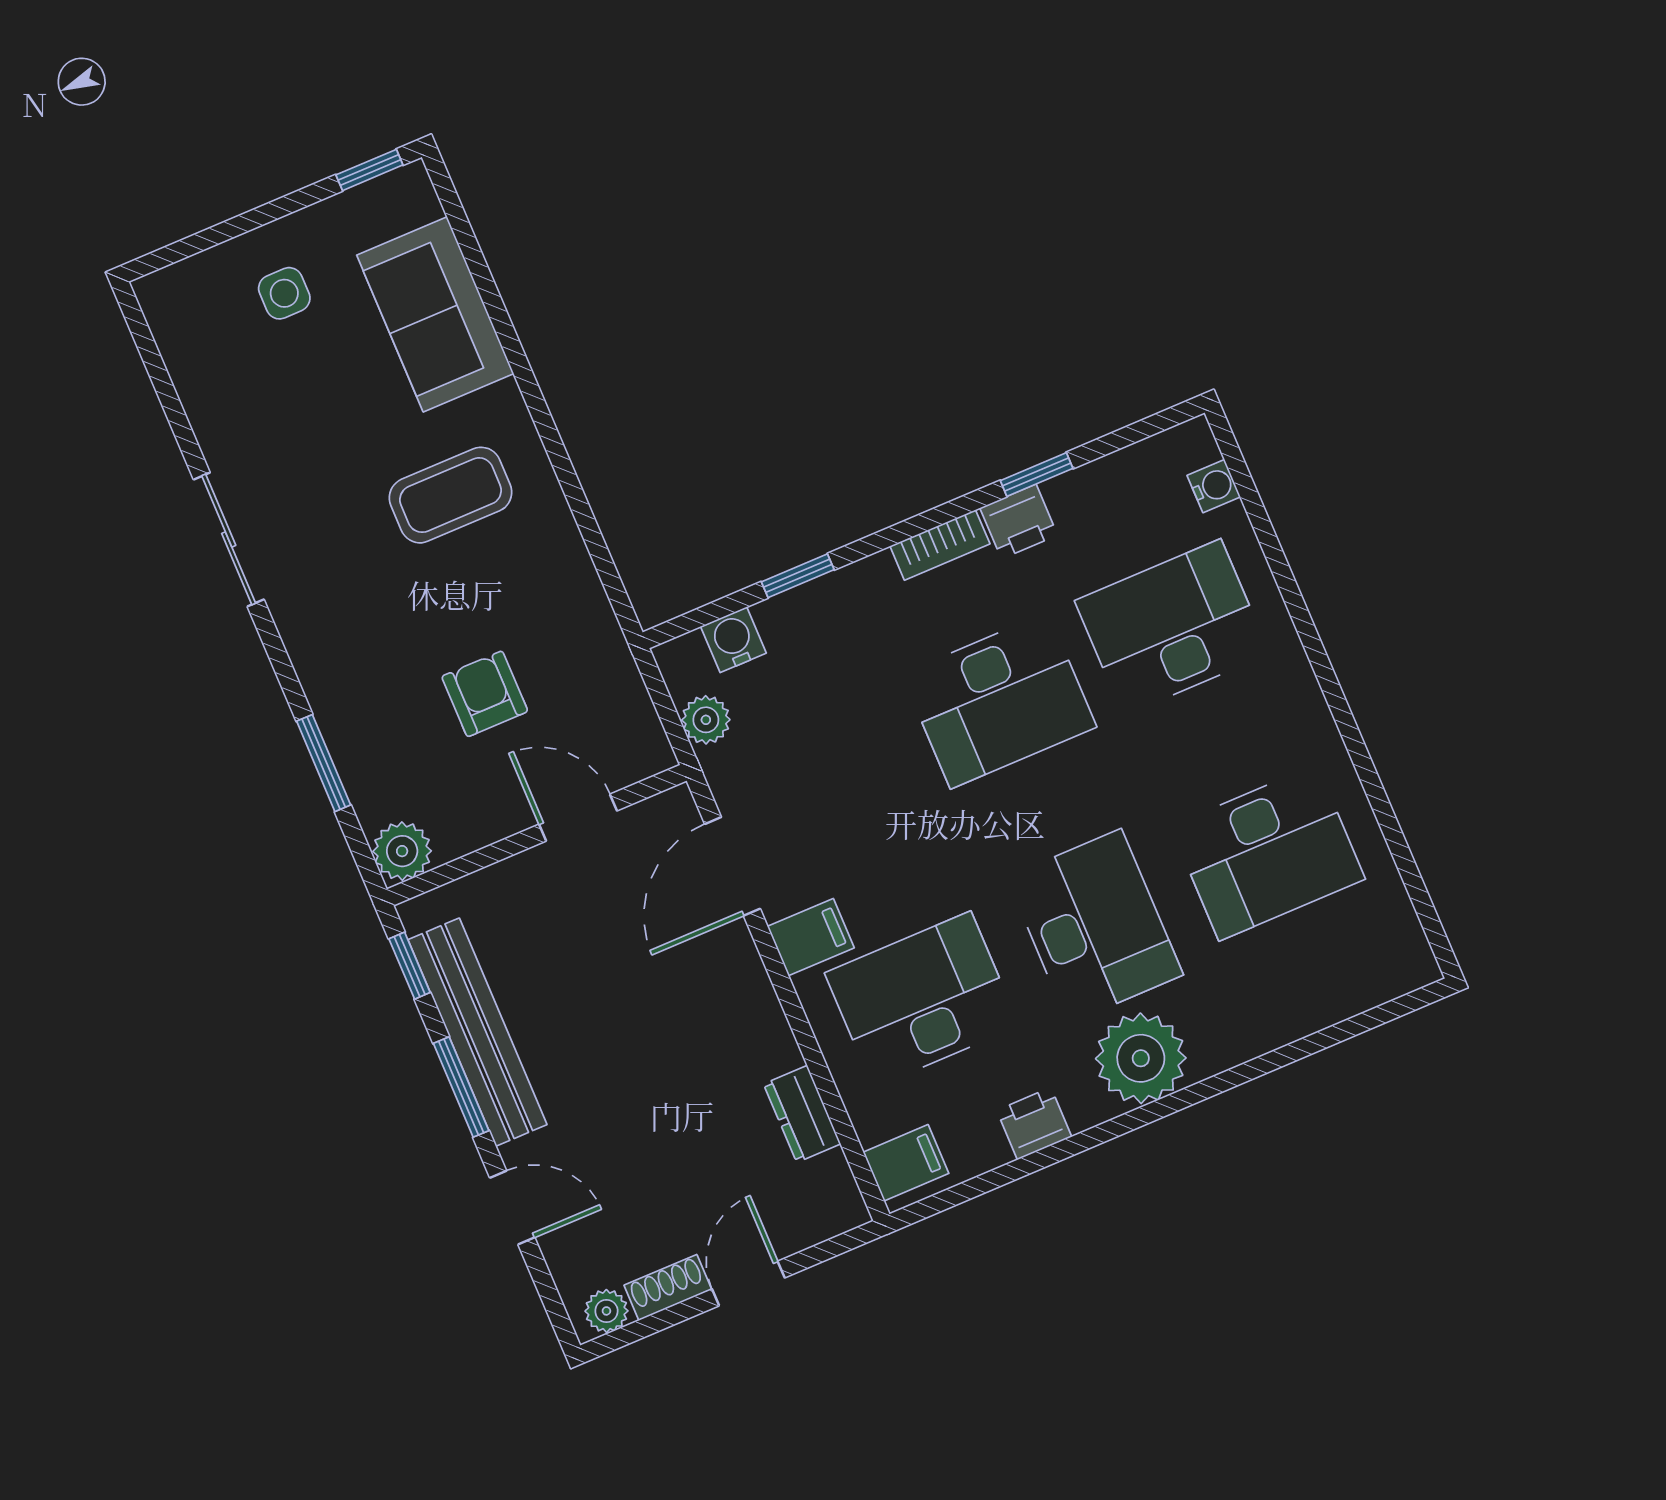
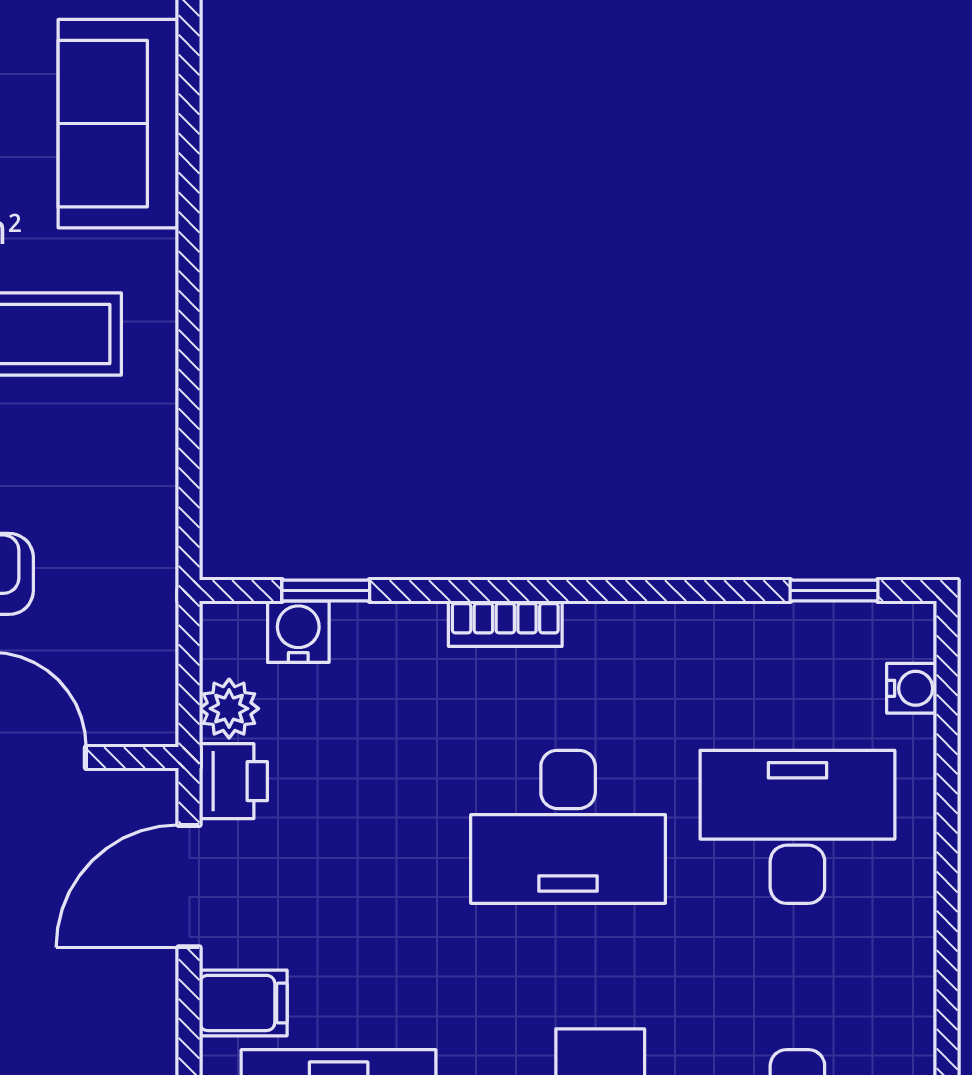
window: (1037, 474) -> (834, 591), moved
printer: (1019, 522) -> (233, 781), moved, turned -90
bookcase: (940, 545) -> (505, 624), moved
window: (798, 576) -> (326, 591), moved

